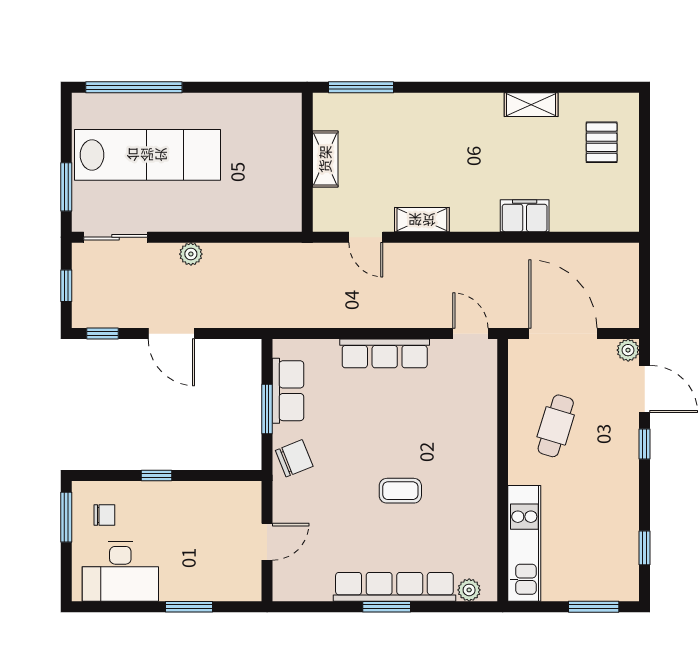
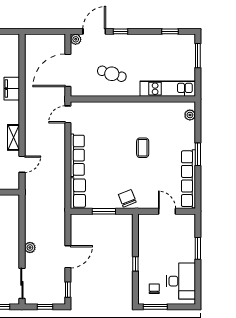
row of seats: (288, 391) -> (78, 193), moved, turned 90
row of seats: (394, 587) -> (188, 179), moved

